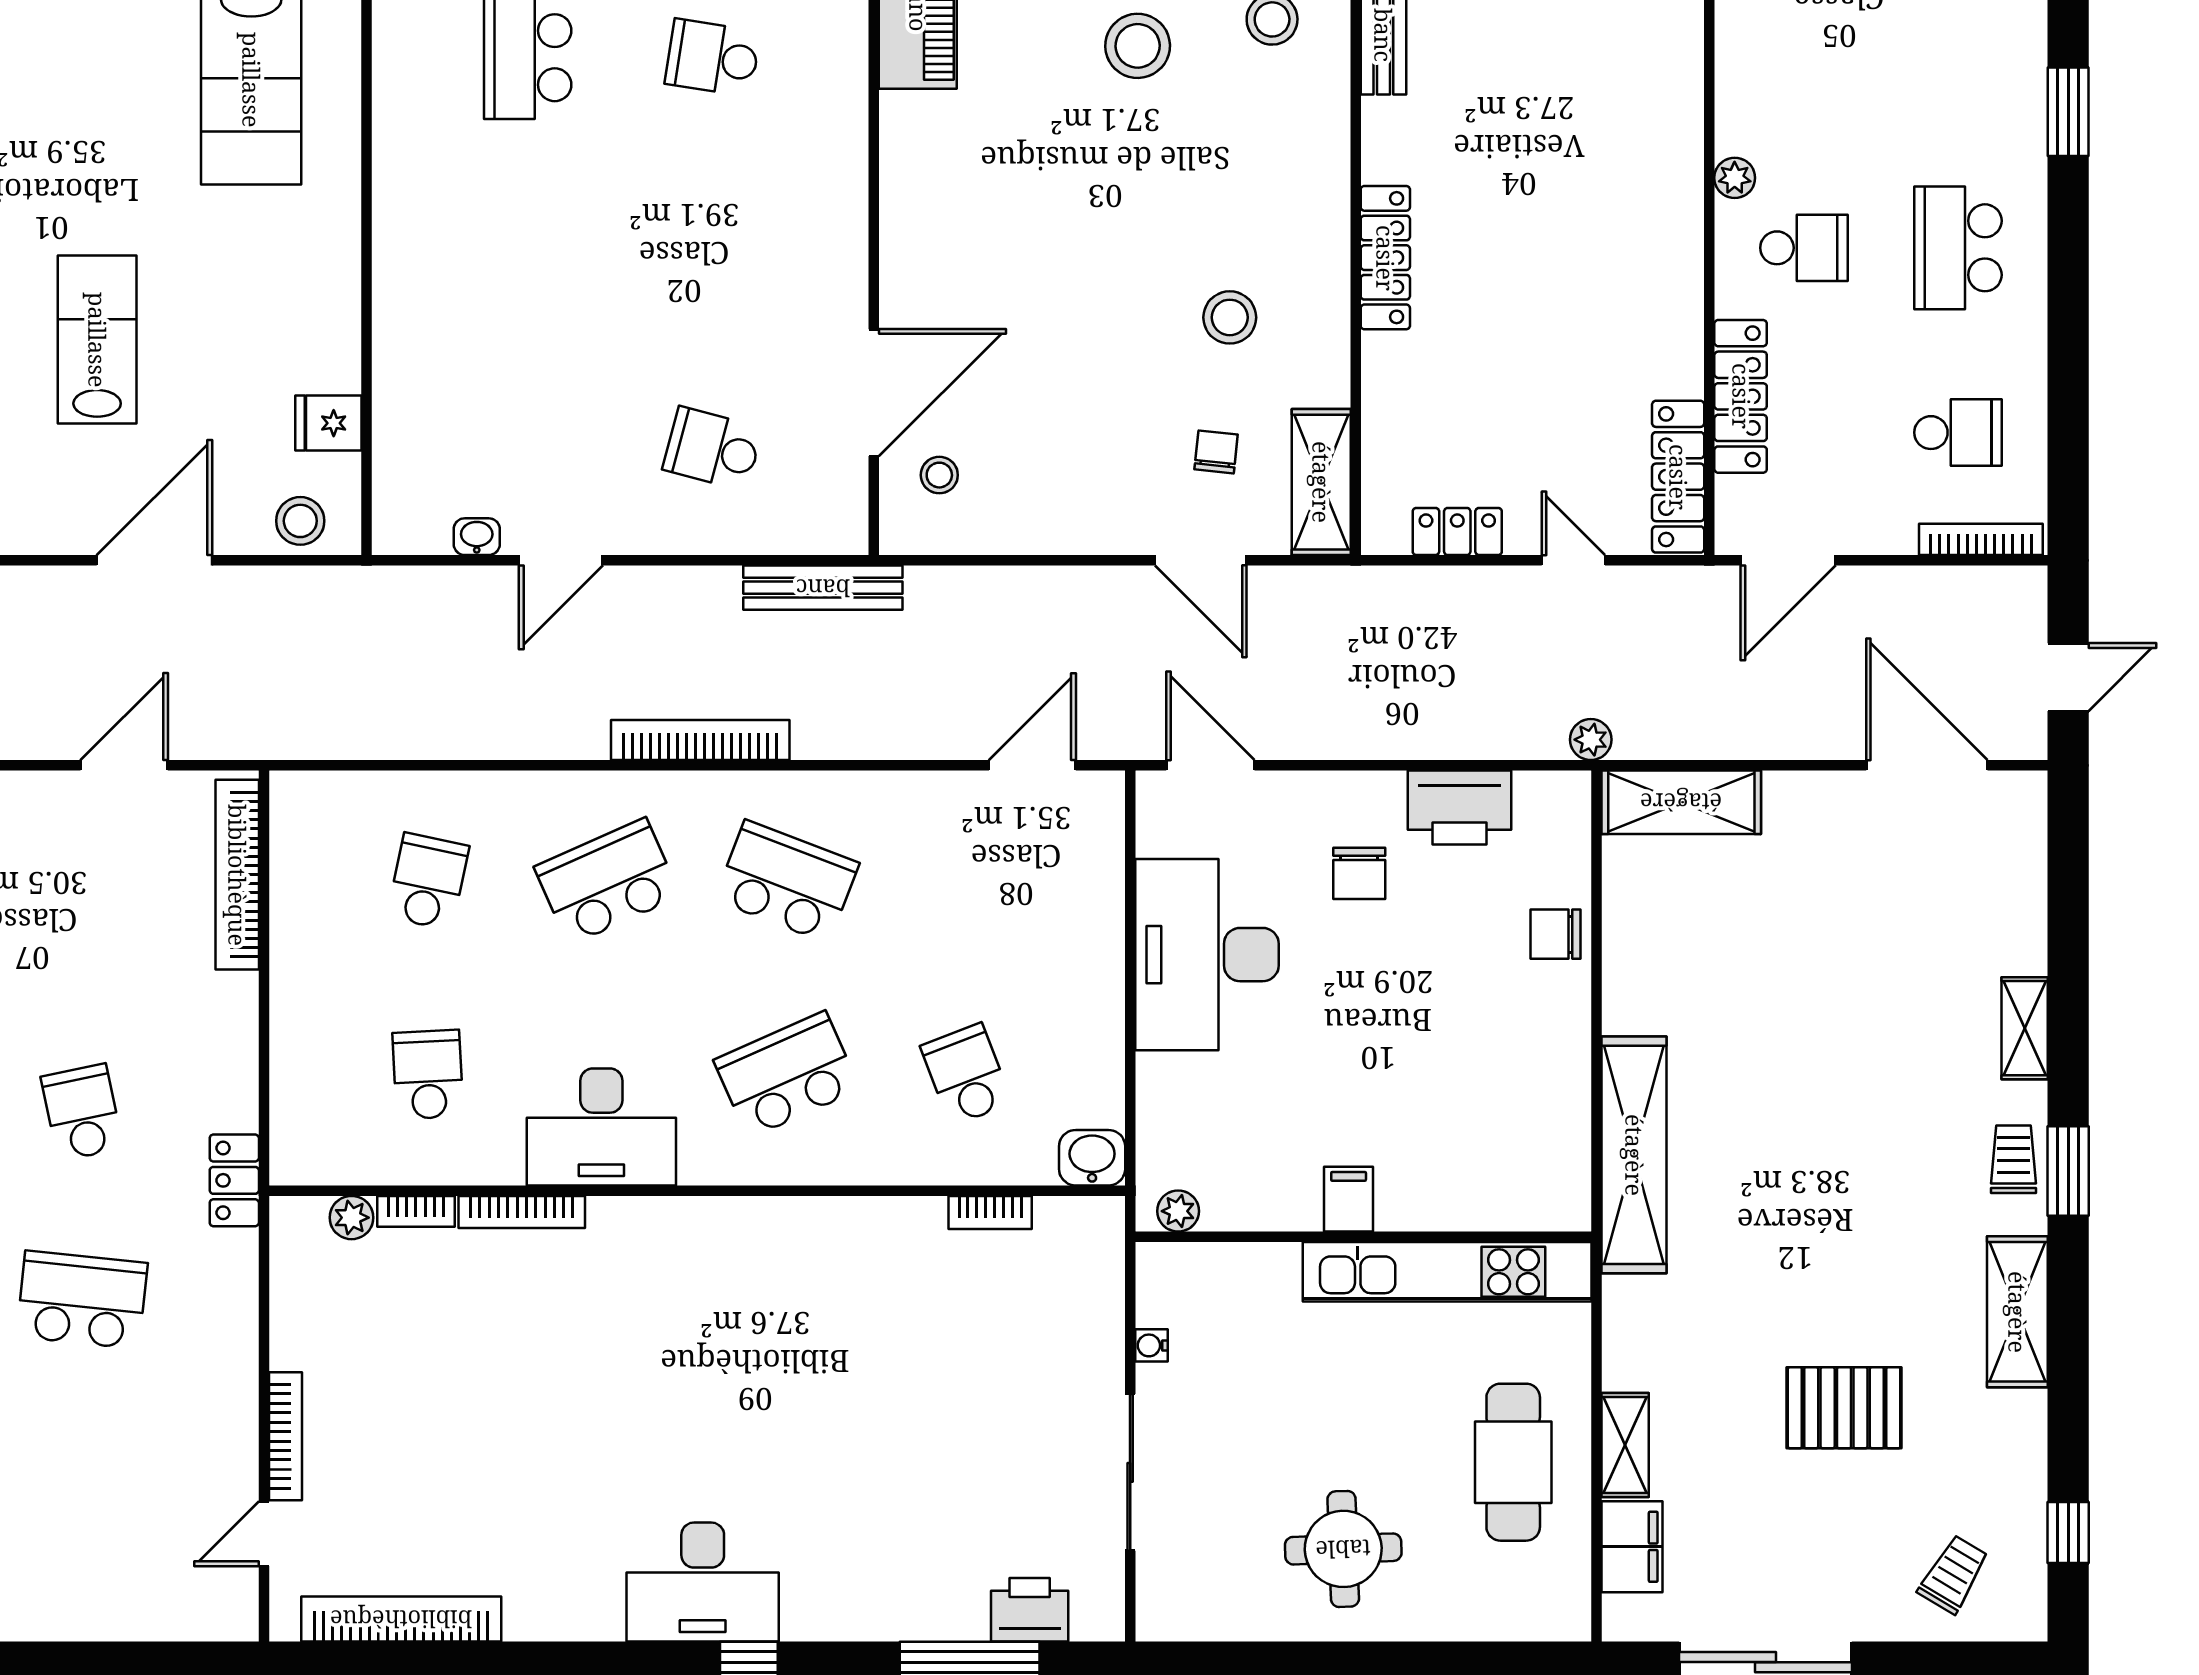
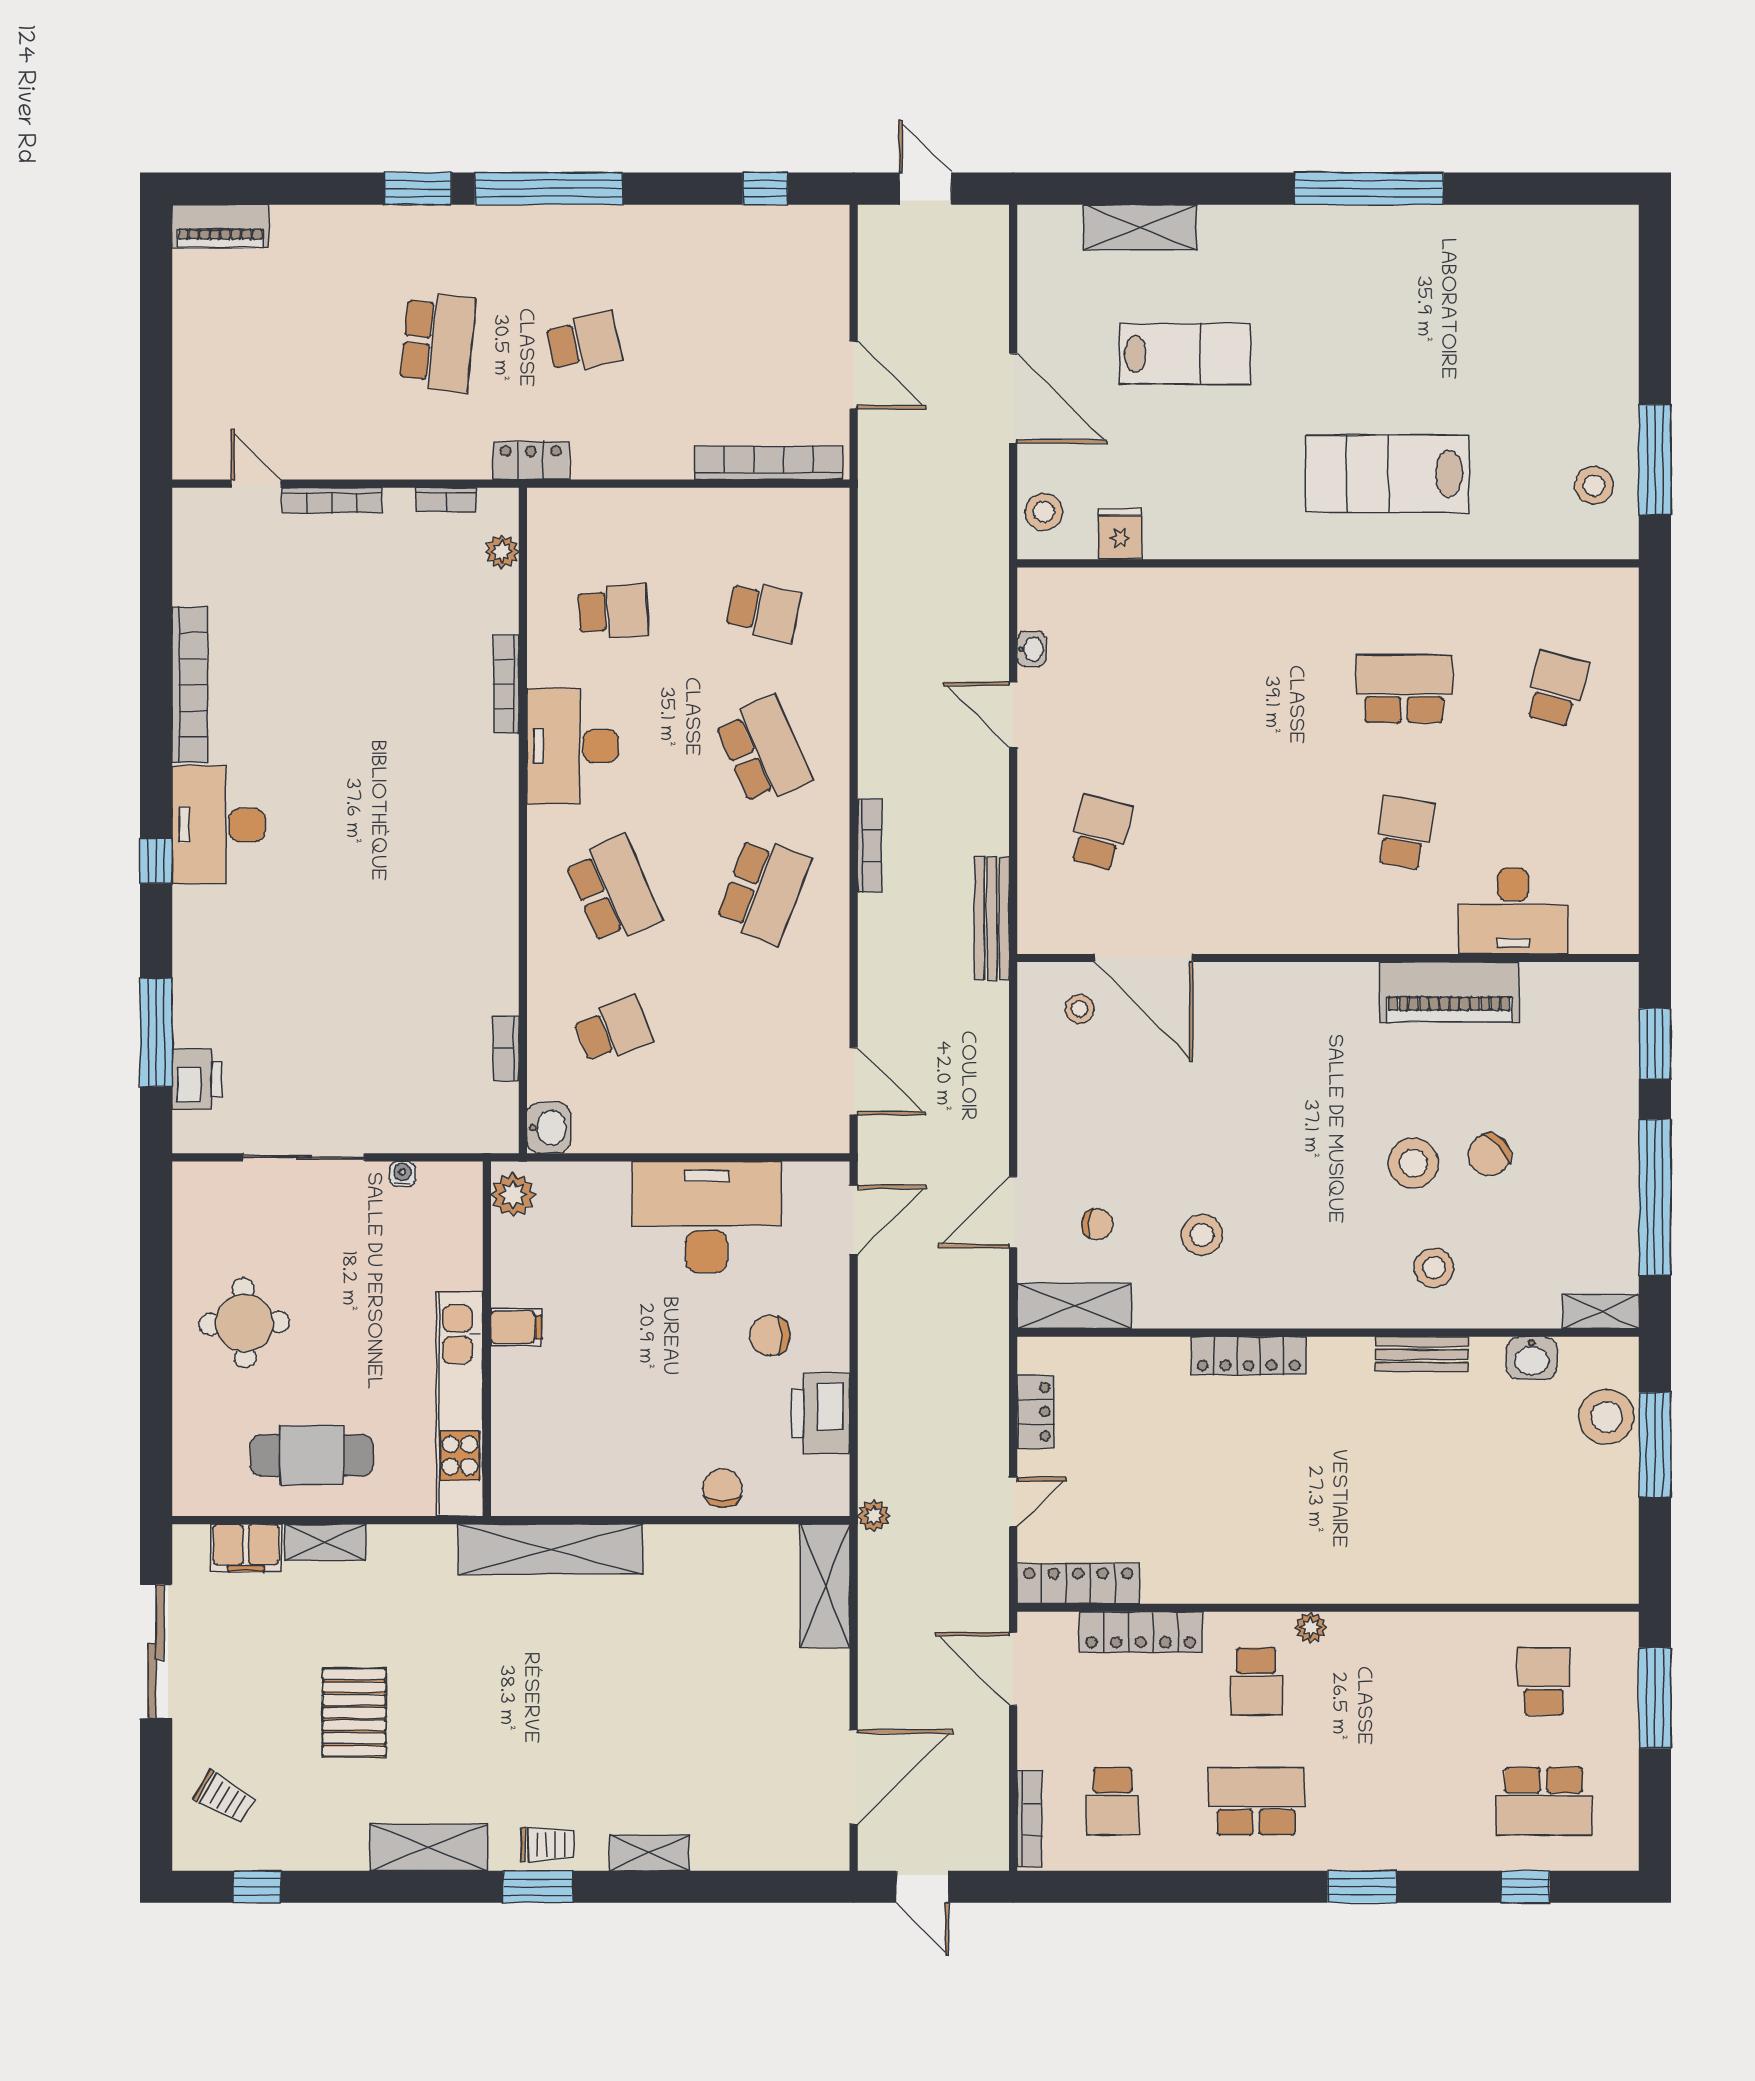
bookcase: (700, 740) -> (870, 845), width x0.68, depth x0.76
bookcase: (416, 1211) -> (446, 500), moved, turned -90
plant: (1178, 1211) -> (513, 1195), width x1.38, depth x1.38
bookcase: (401, 1619) -> (190, 685), moved

